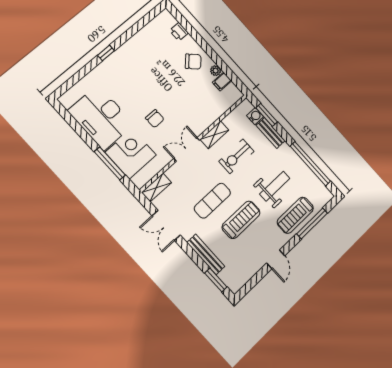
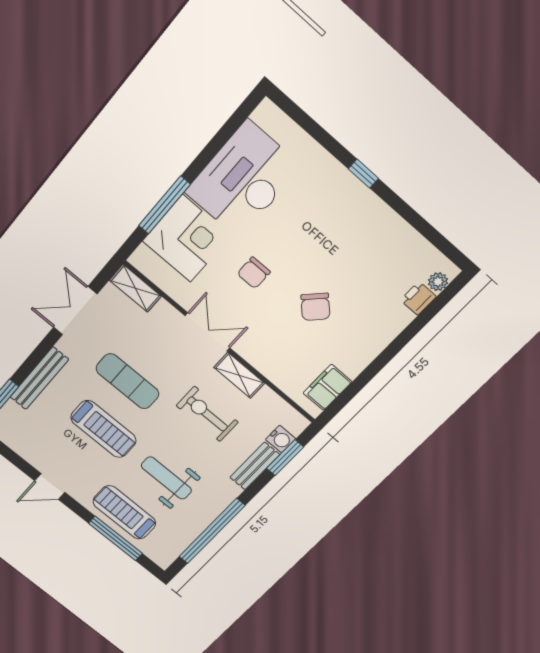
chair: (193, 62) -> (315, 307), moved
plant: (216, 71) -> (438, 282), moved
filing cabinet: (222, 82) -> (327, 387), width x2.00
weight bench: (275, 186) -> (166, 478), turned 180

